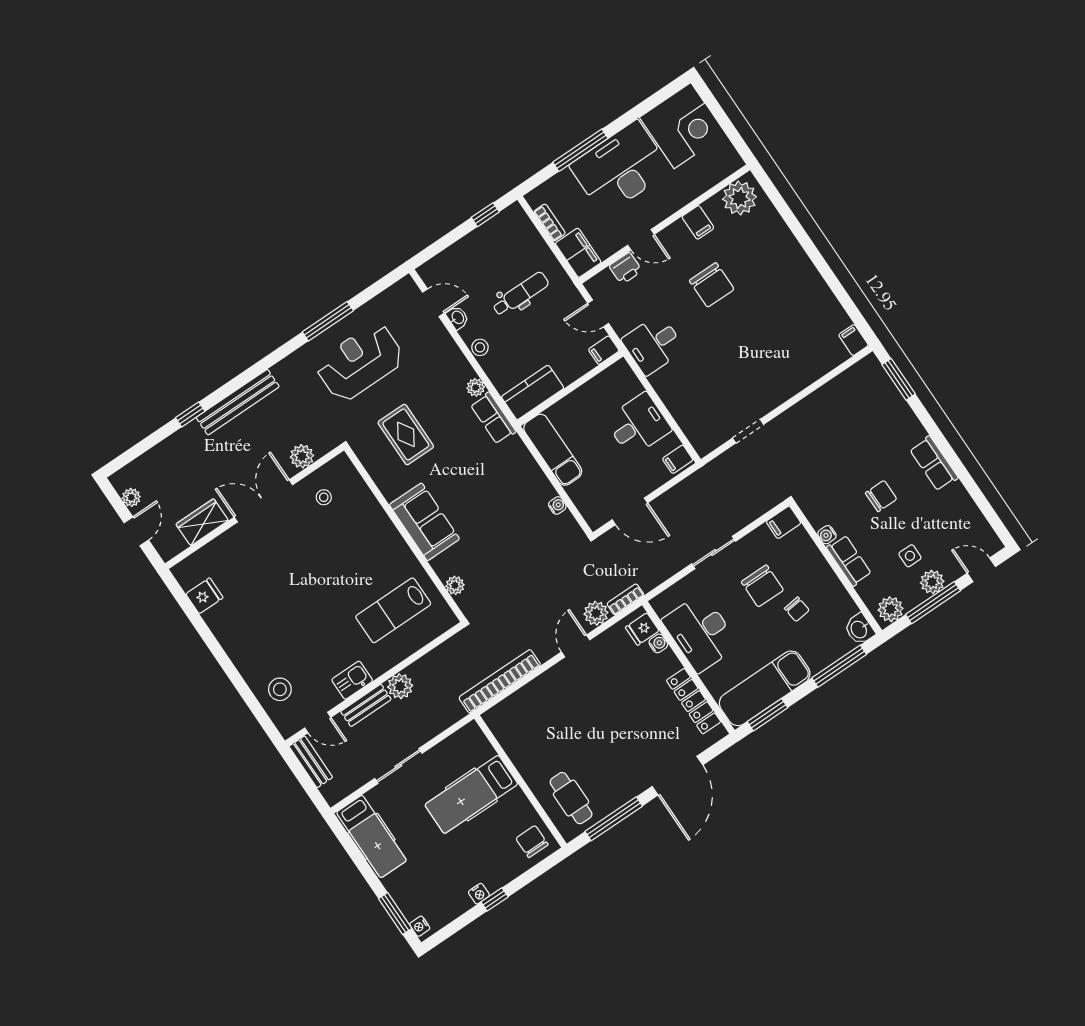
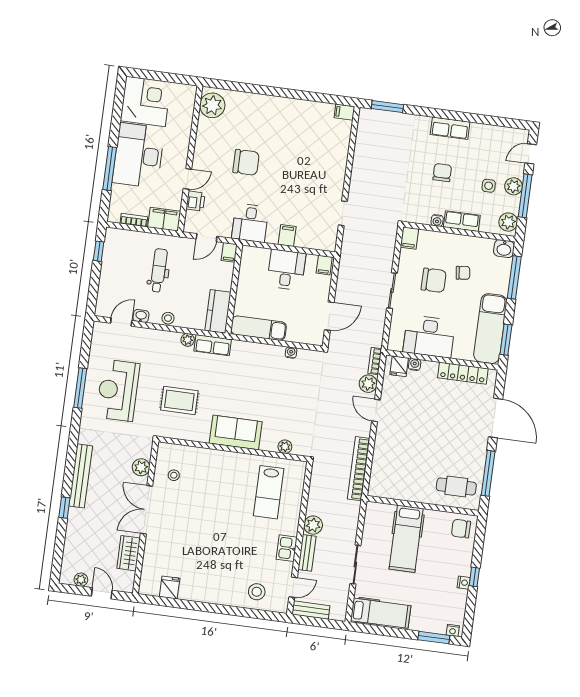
filing cabinet: (698, 222) -> (287, 236), moved, turned -90

